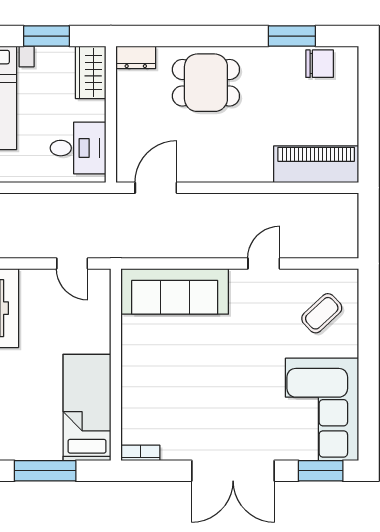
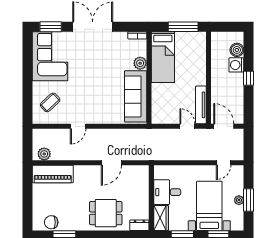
desk: (78, 148) -> (167, 192), moved
door: (156, 188) -> (111, 163), moved
plant: (334, 206) -> (44, 154), added
door: (72, 264) -> (187, 126), moved
sofa: (175, 291) -> (136, 96), moved, turned -90
plant: (134, 395) -> (140, 63), added

